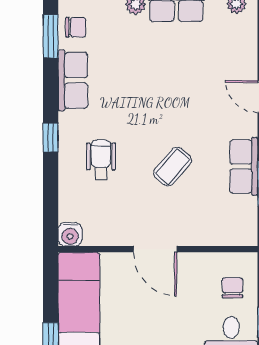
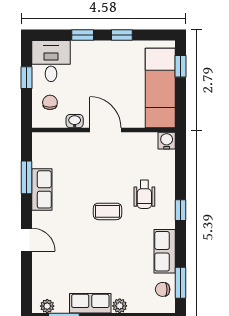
coffee table: (172, 167) -> (107, 211), moved, turned 49
washbasin: (198, 262) -> (75, 121), added
chair: (232, 288) -> (50, 102), turned 180

